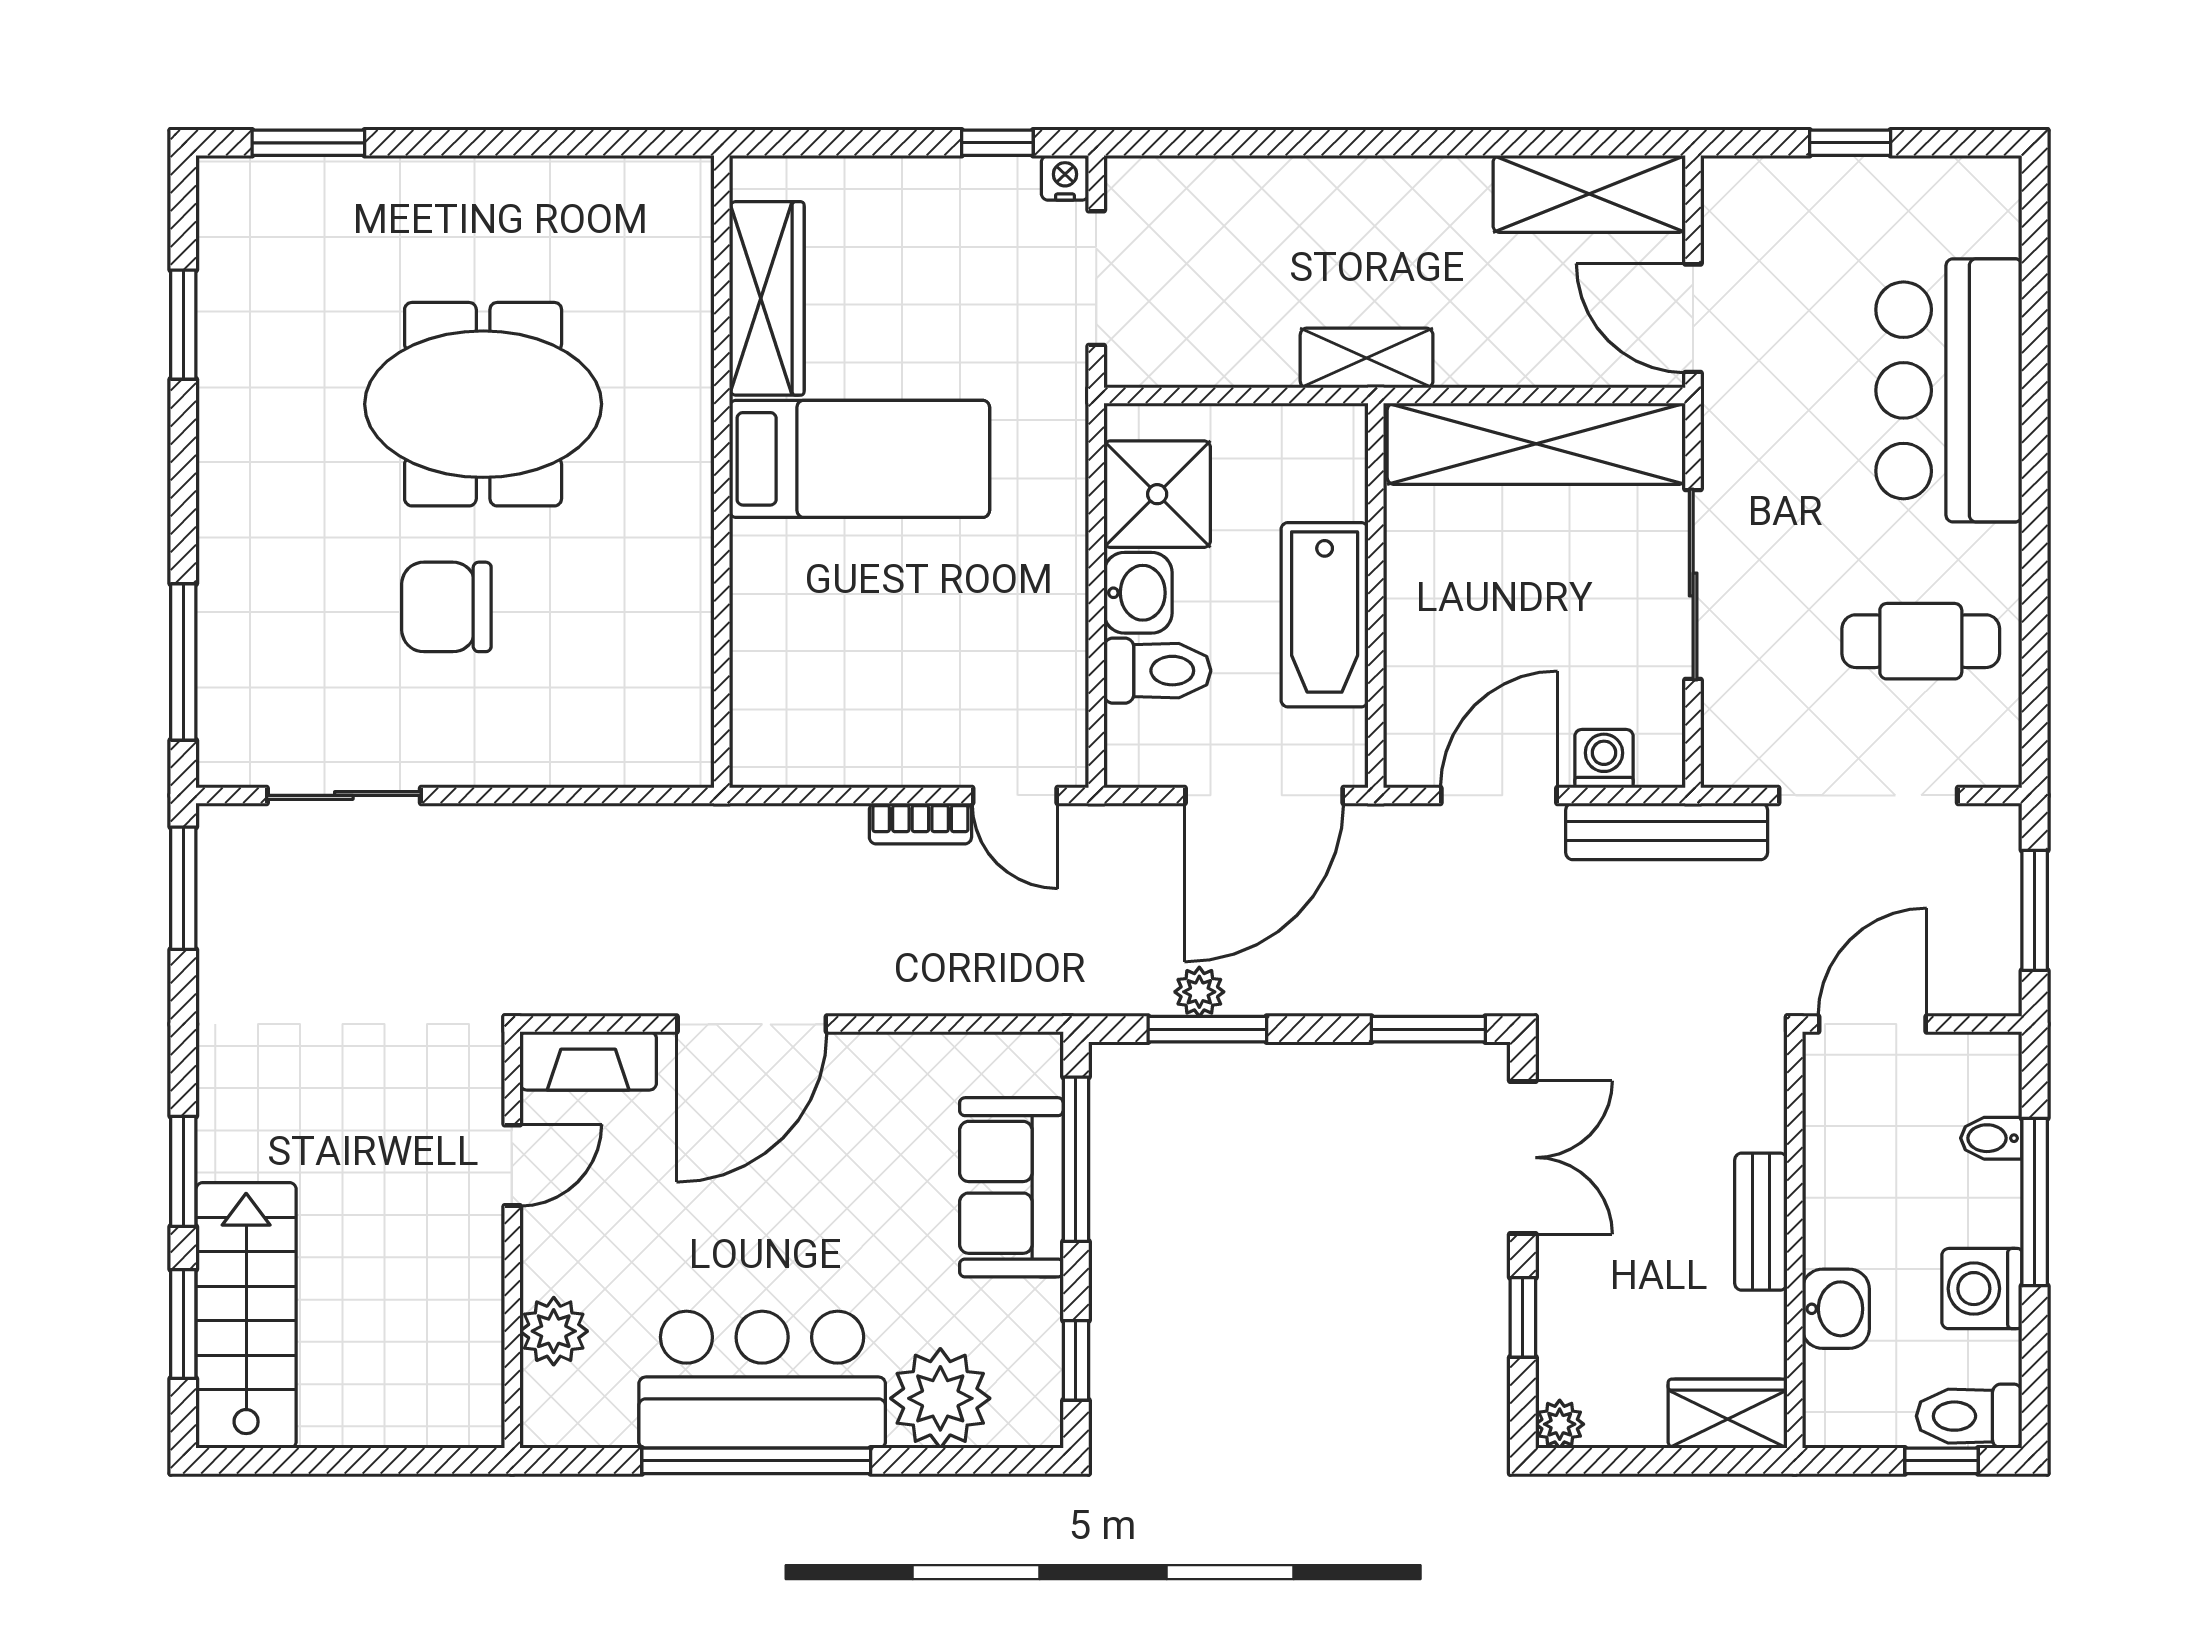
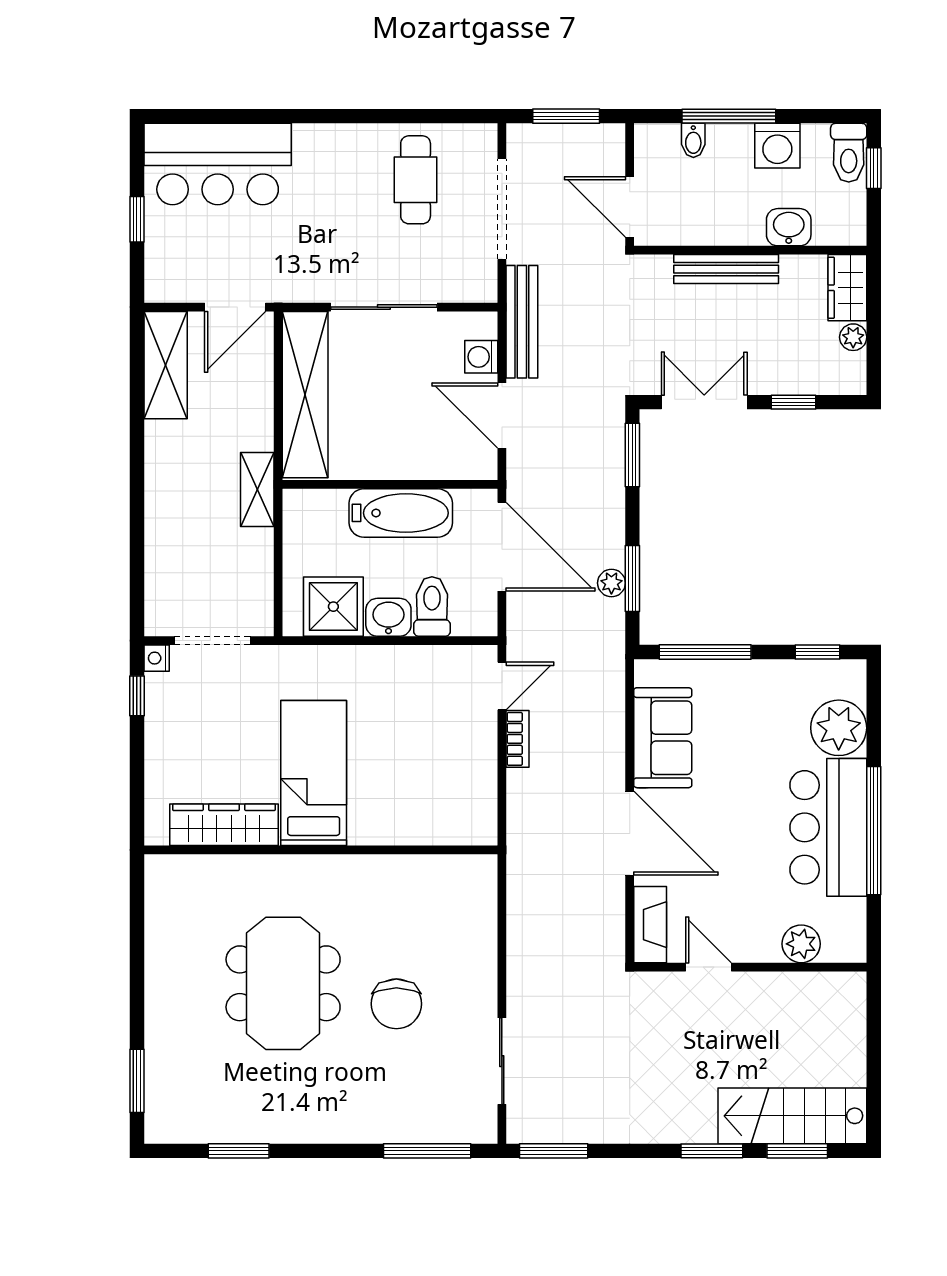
bar counter: (1949, 390) -> (218, 164), moved
sofa: (1011, 1187) -> (663, 738), moved, turned -90
bench: (1761, 1222) -> (726, 269), width x1.36
plant: (1560, 1424) -> (853, 337), moved

